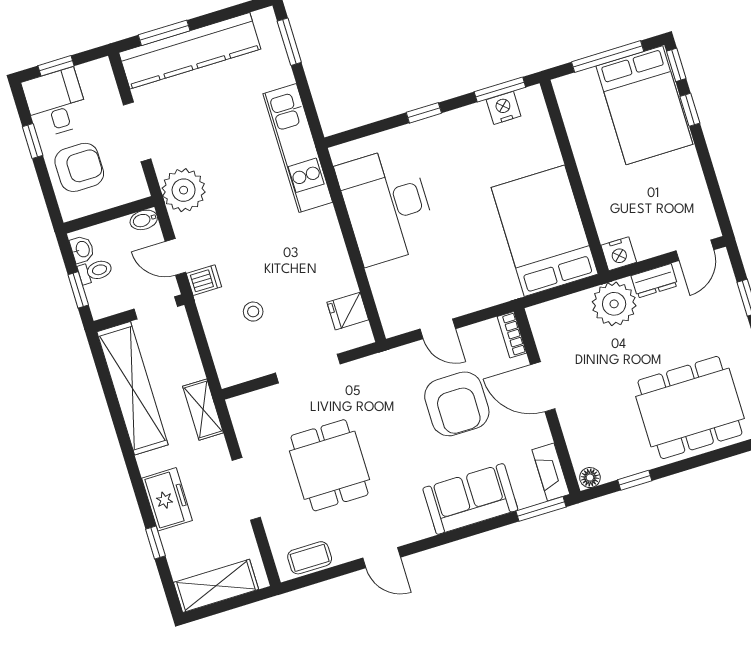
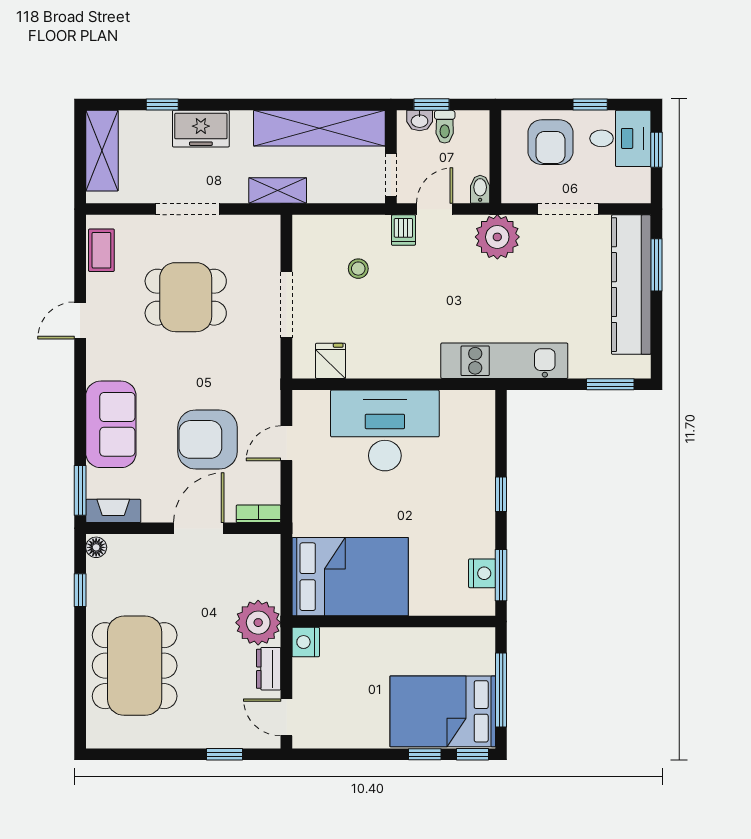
desk: (387, 206) -> (385, 430), moved
washbasin: (82, 249) -> (420, 121), moved

